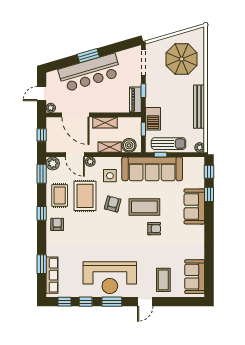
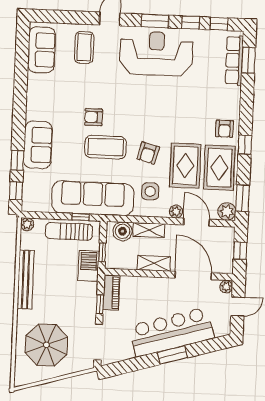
rug: (60, 195) -> (219, 168), width x1.36, depth x1.43
window: (42, 264) -> (249, 60), moved

